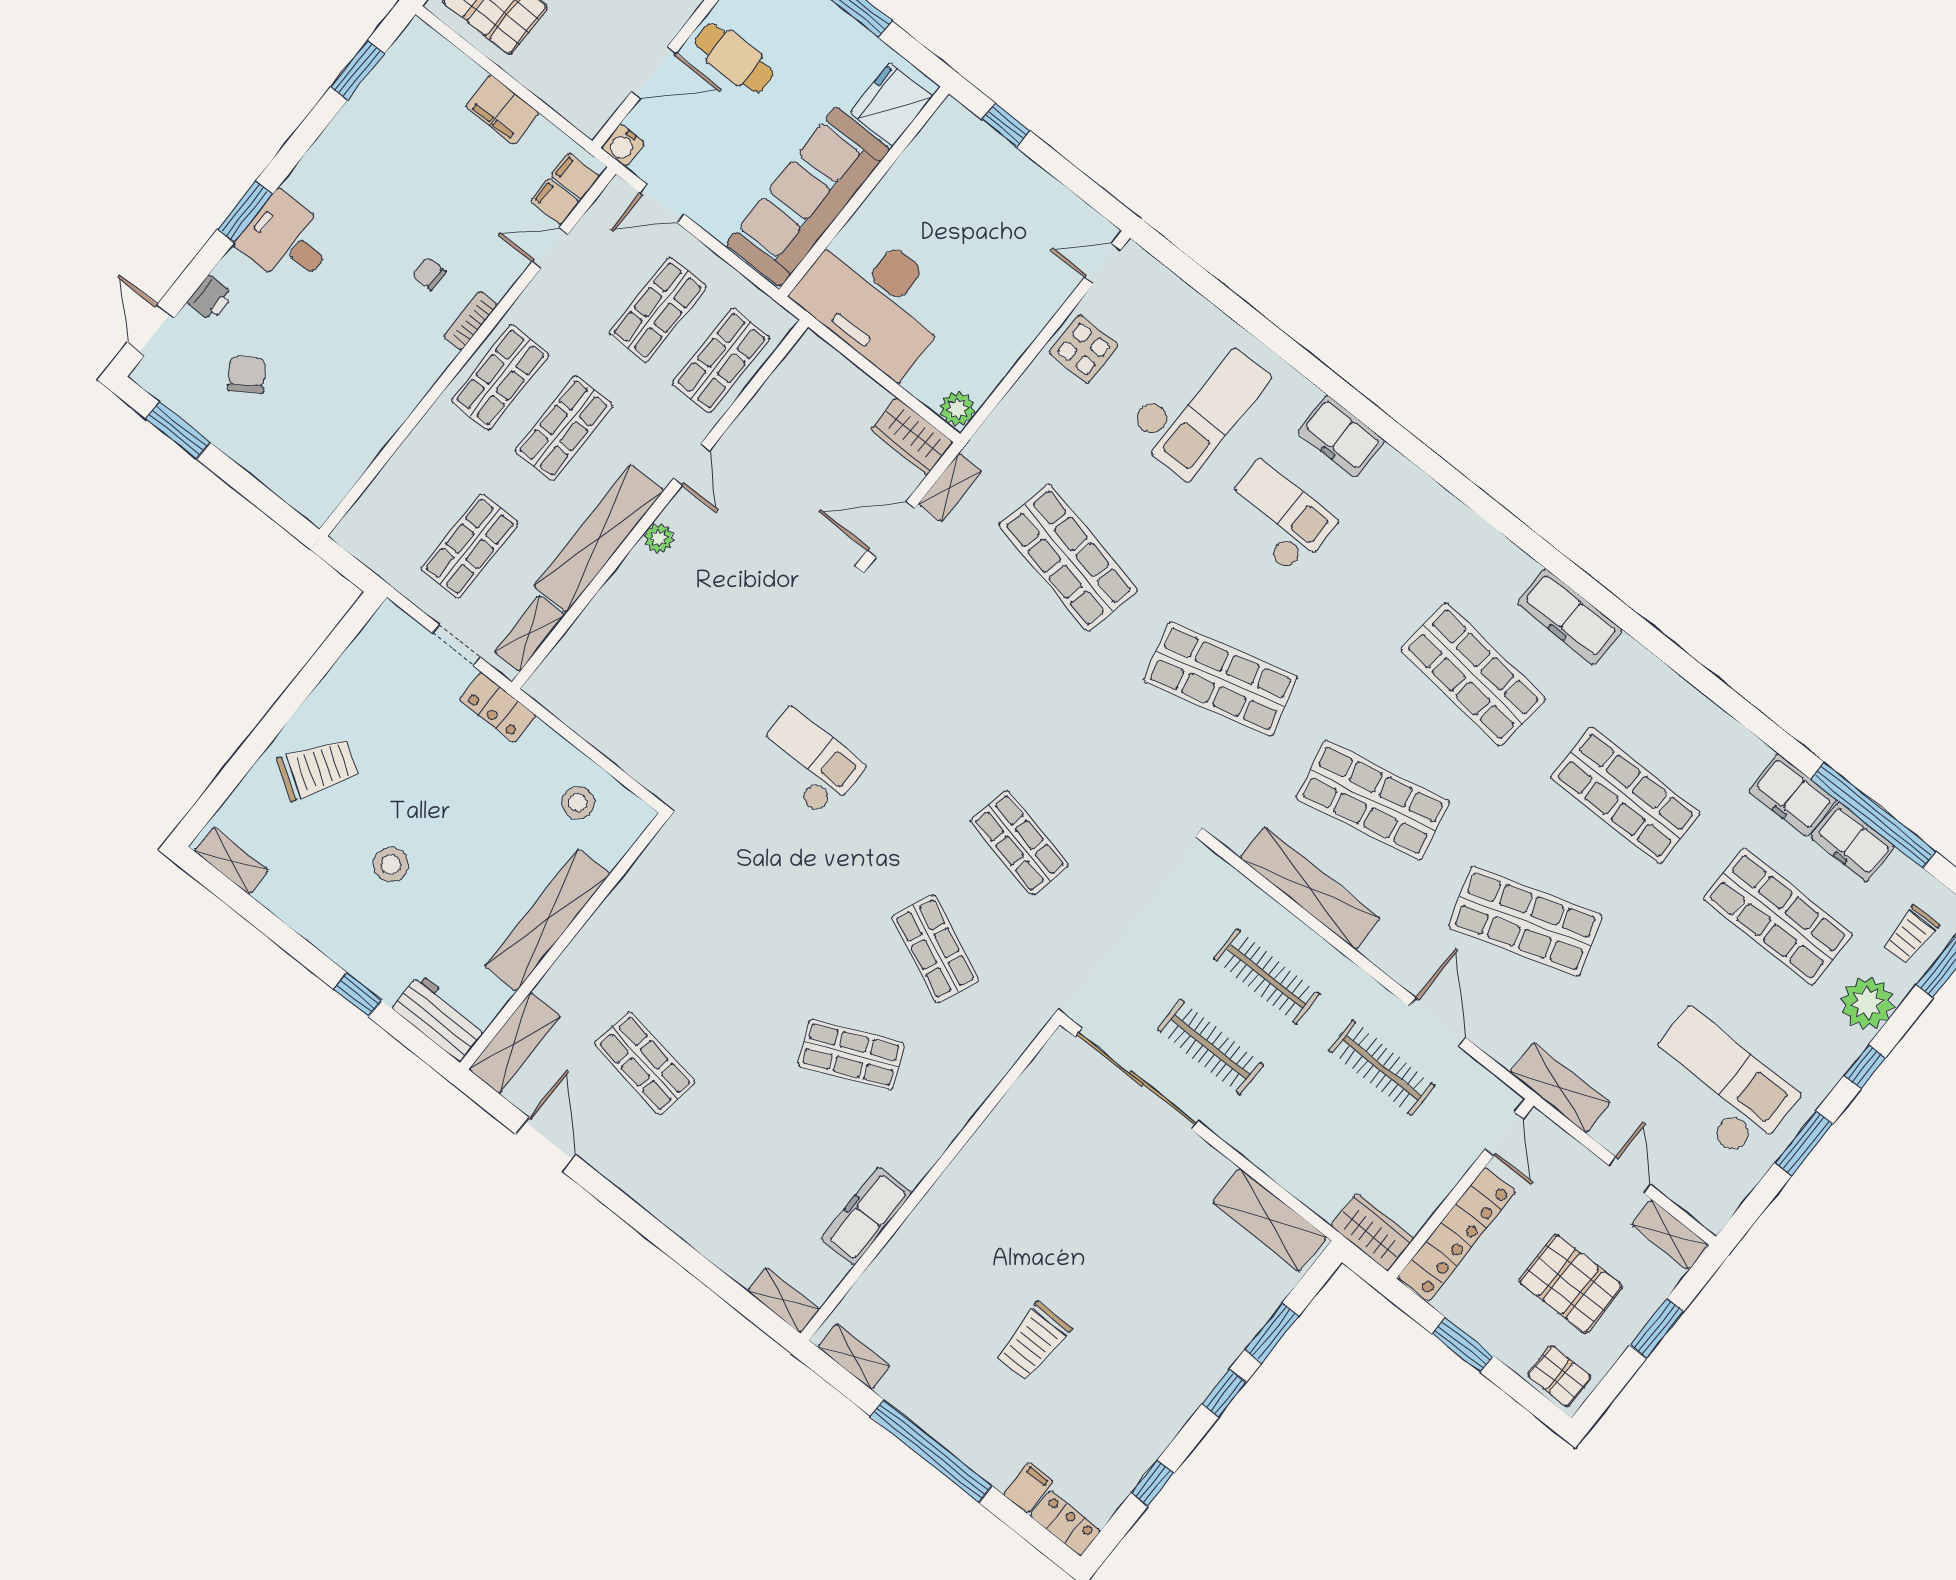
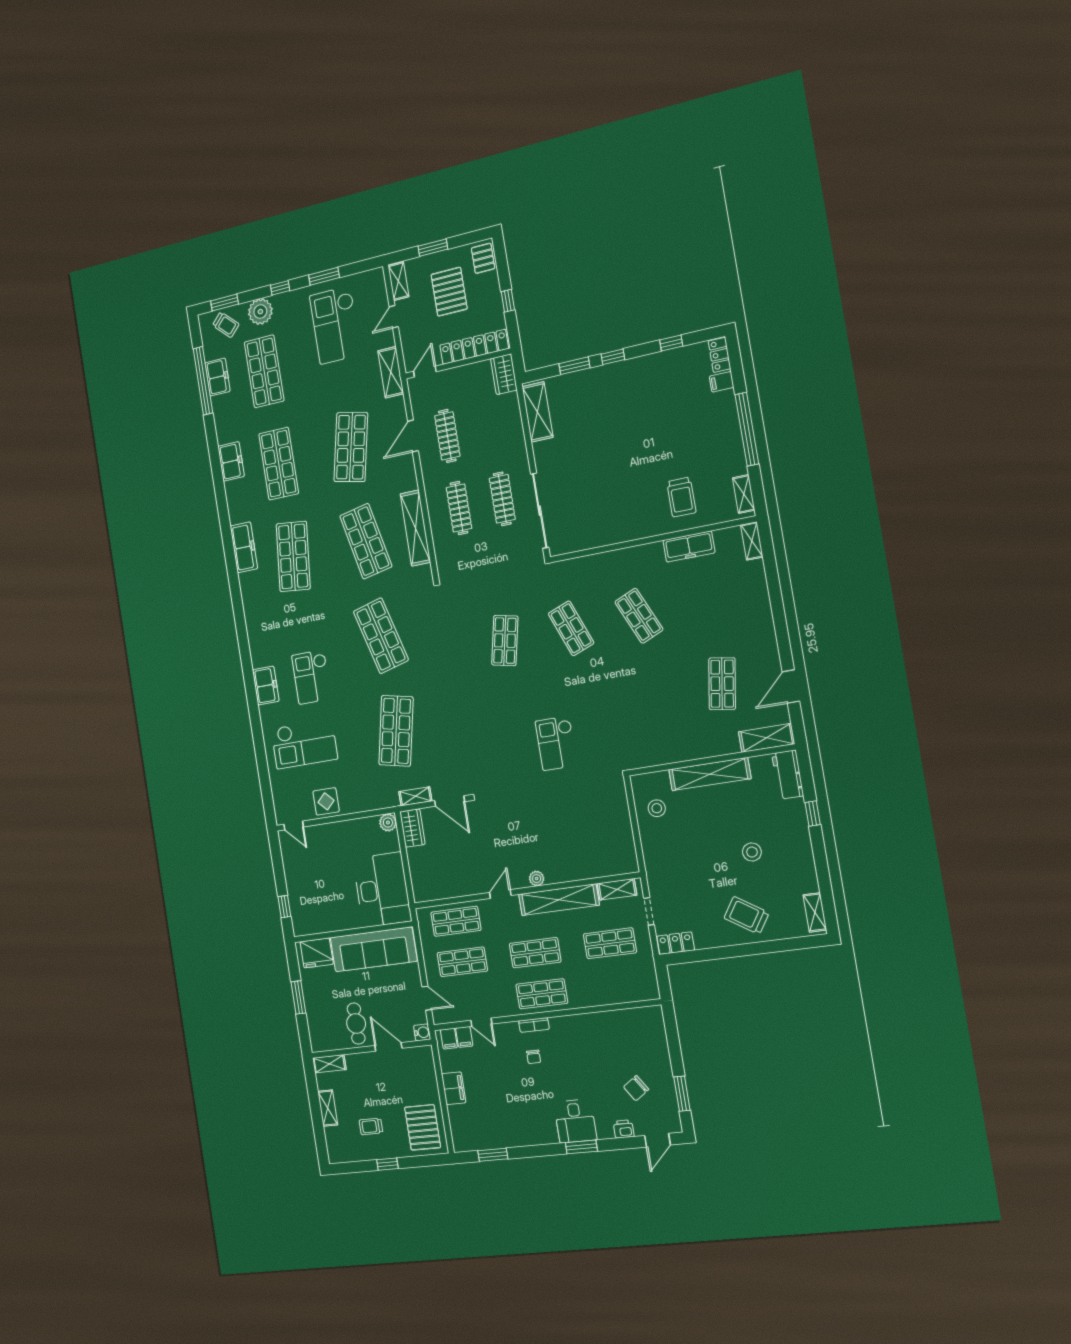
checkout: (1198, 404) -> (304, 744), turned 180
locker: (498, 708) -> (676, 943), moved, turned -90
freezer: (1792, 795) -> (231, 461), moved
shop shelf: (1525, 921) -> (351, 447), turned 30
trolley: (1911, 935) -> (226, 325), turned 44
shop shelf: (935, 949) -> (571, 628), turned -45
trolley: (1033, 1342) -> (681, 497), moved, turned 90
window: (1463, 1345) -> (508, 301), width x0.67

